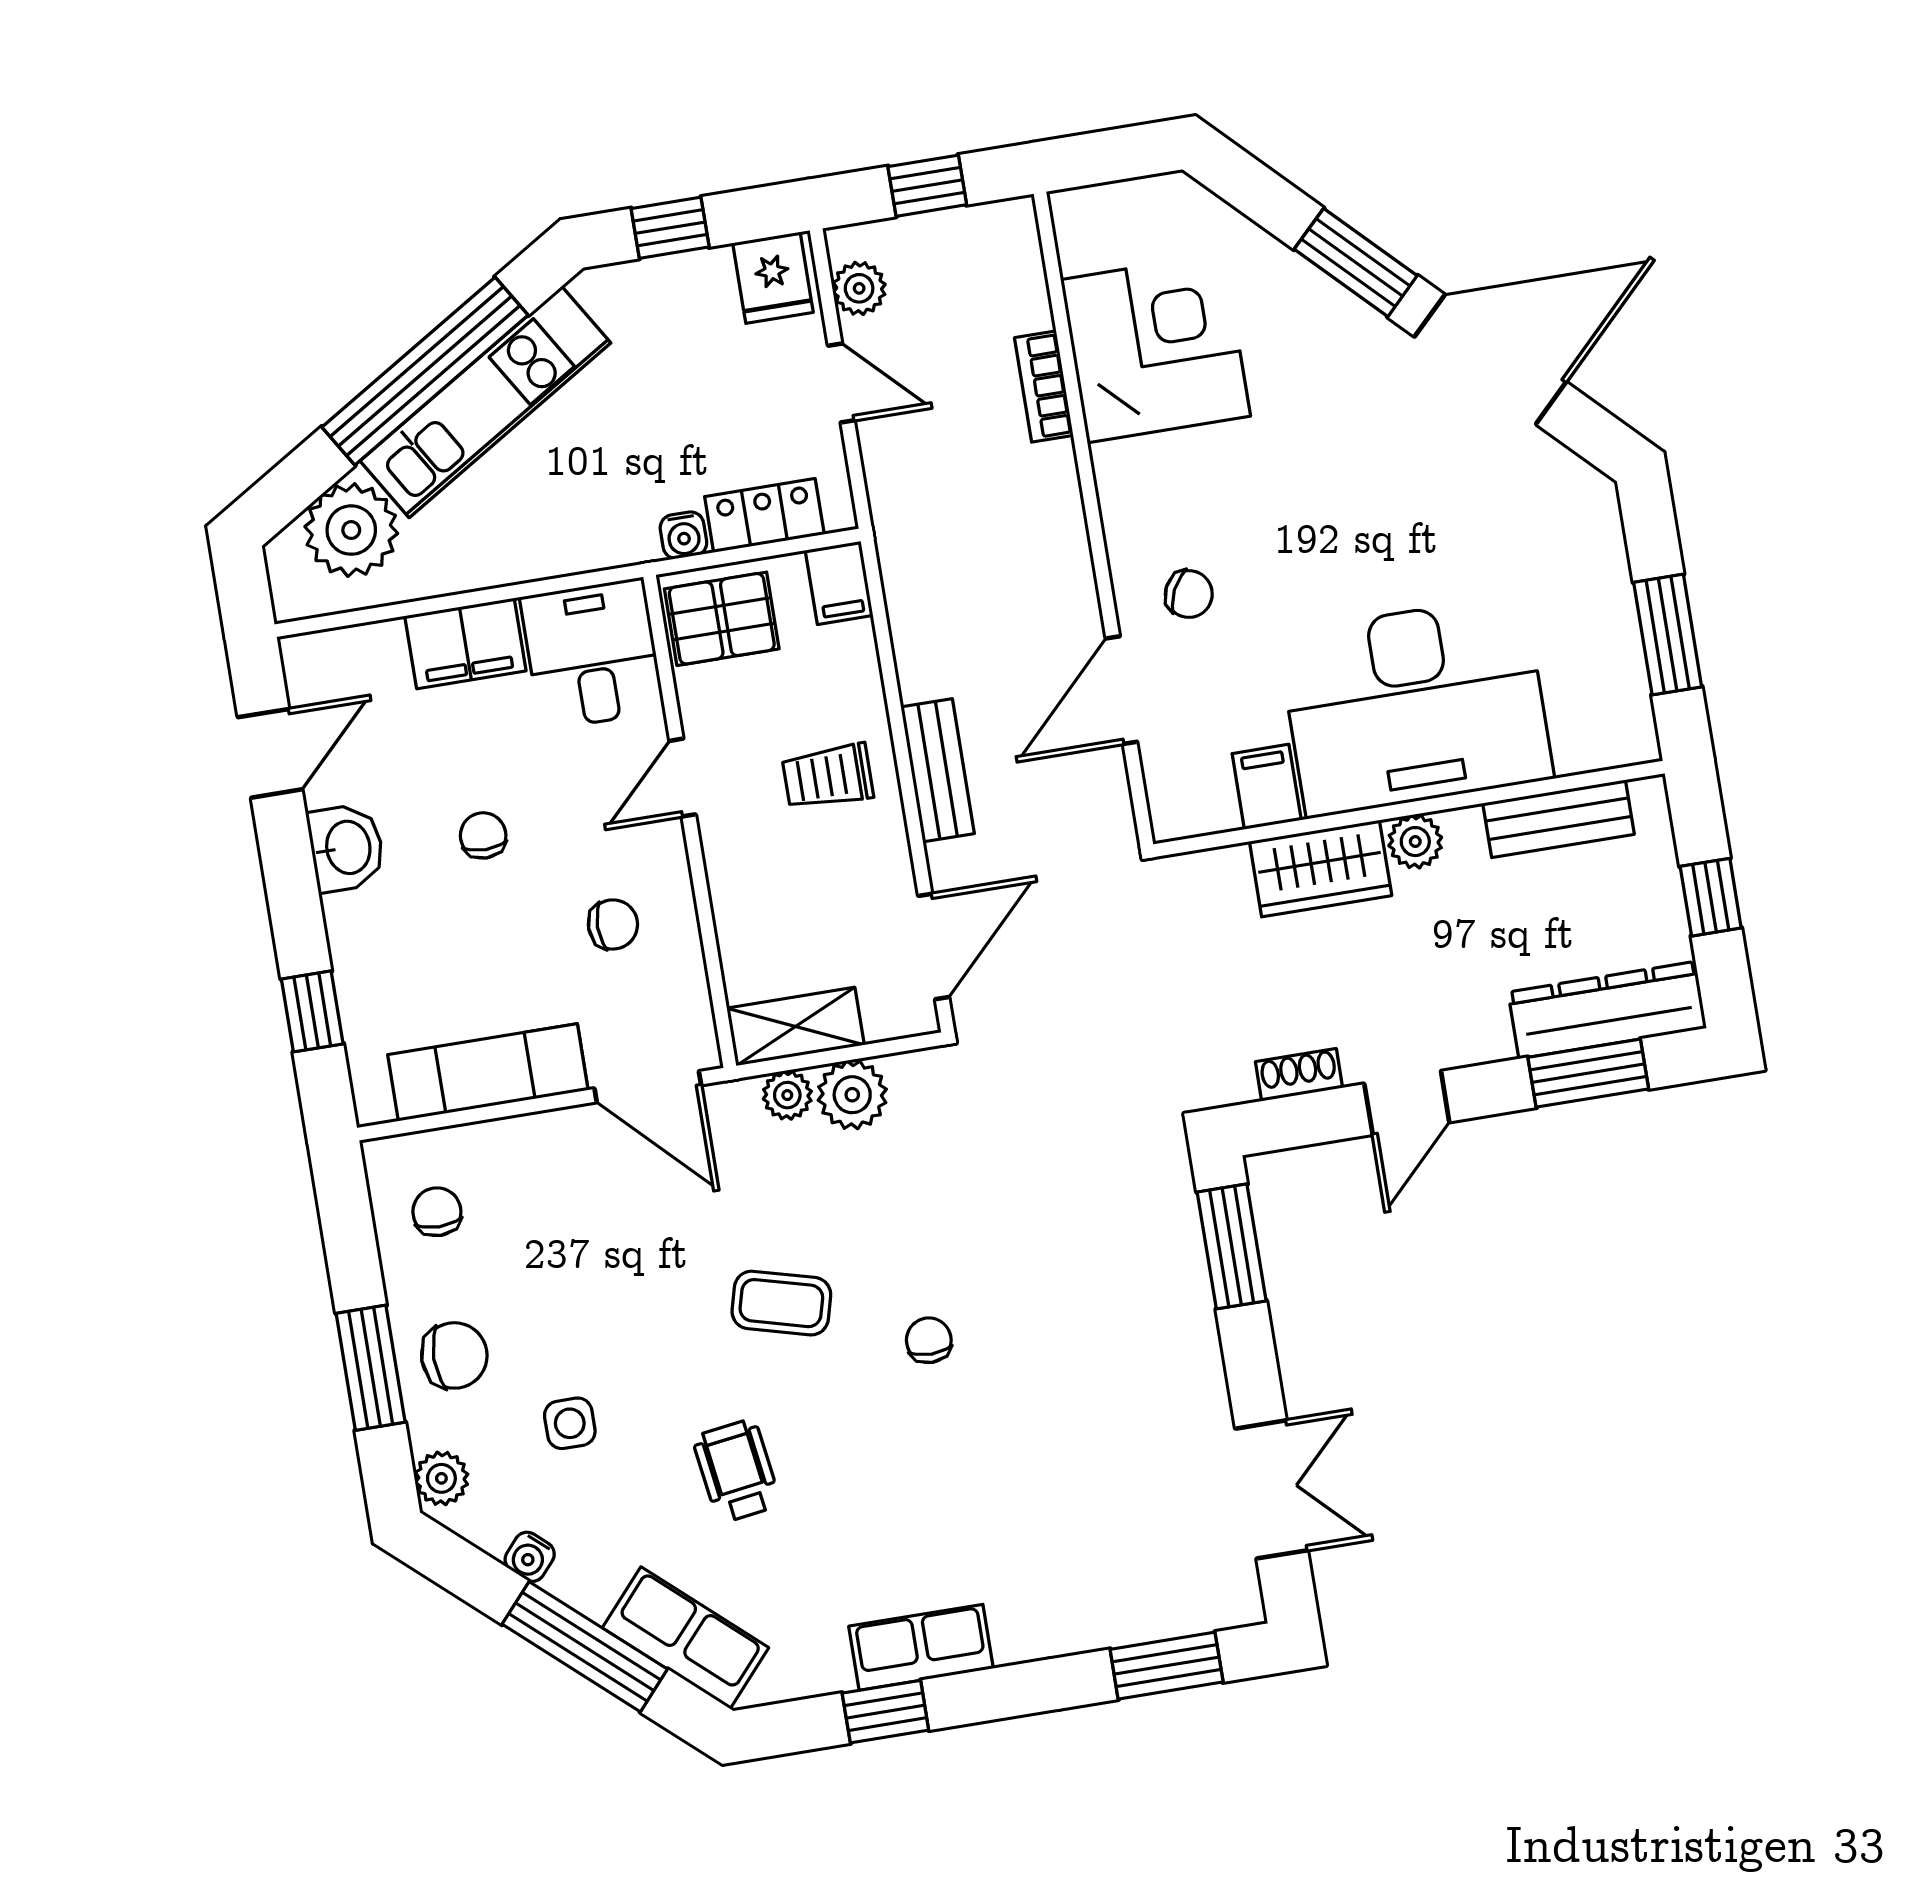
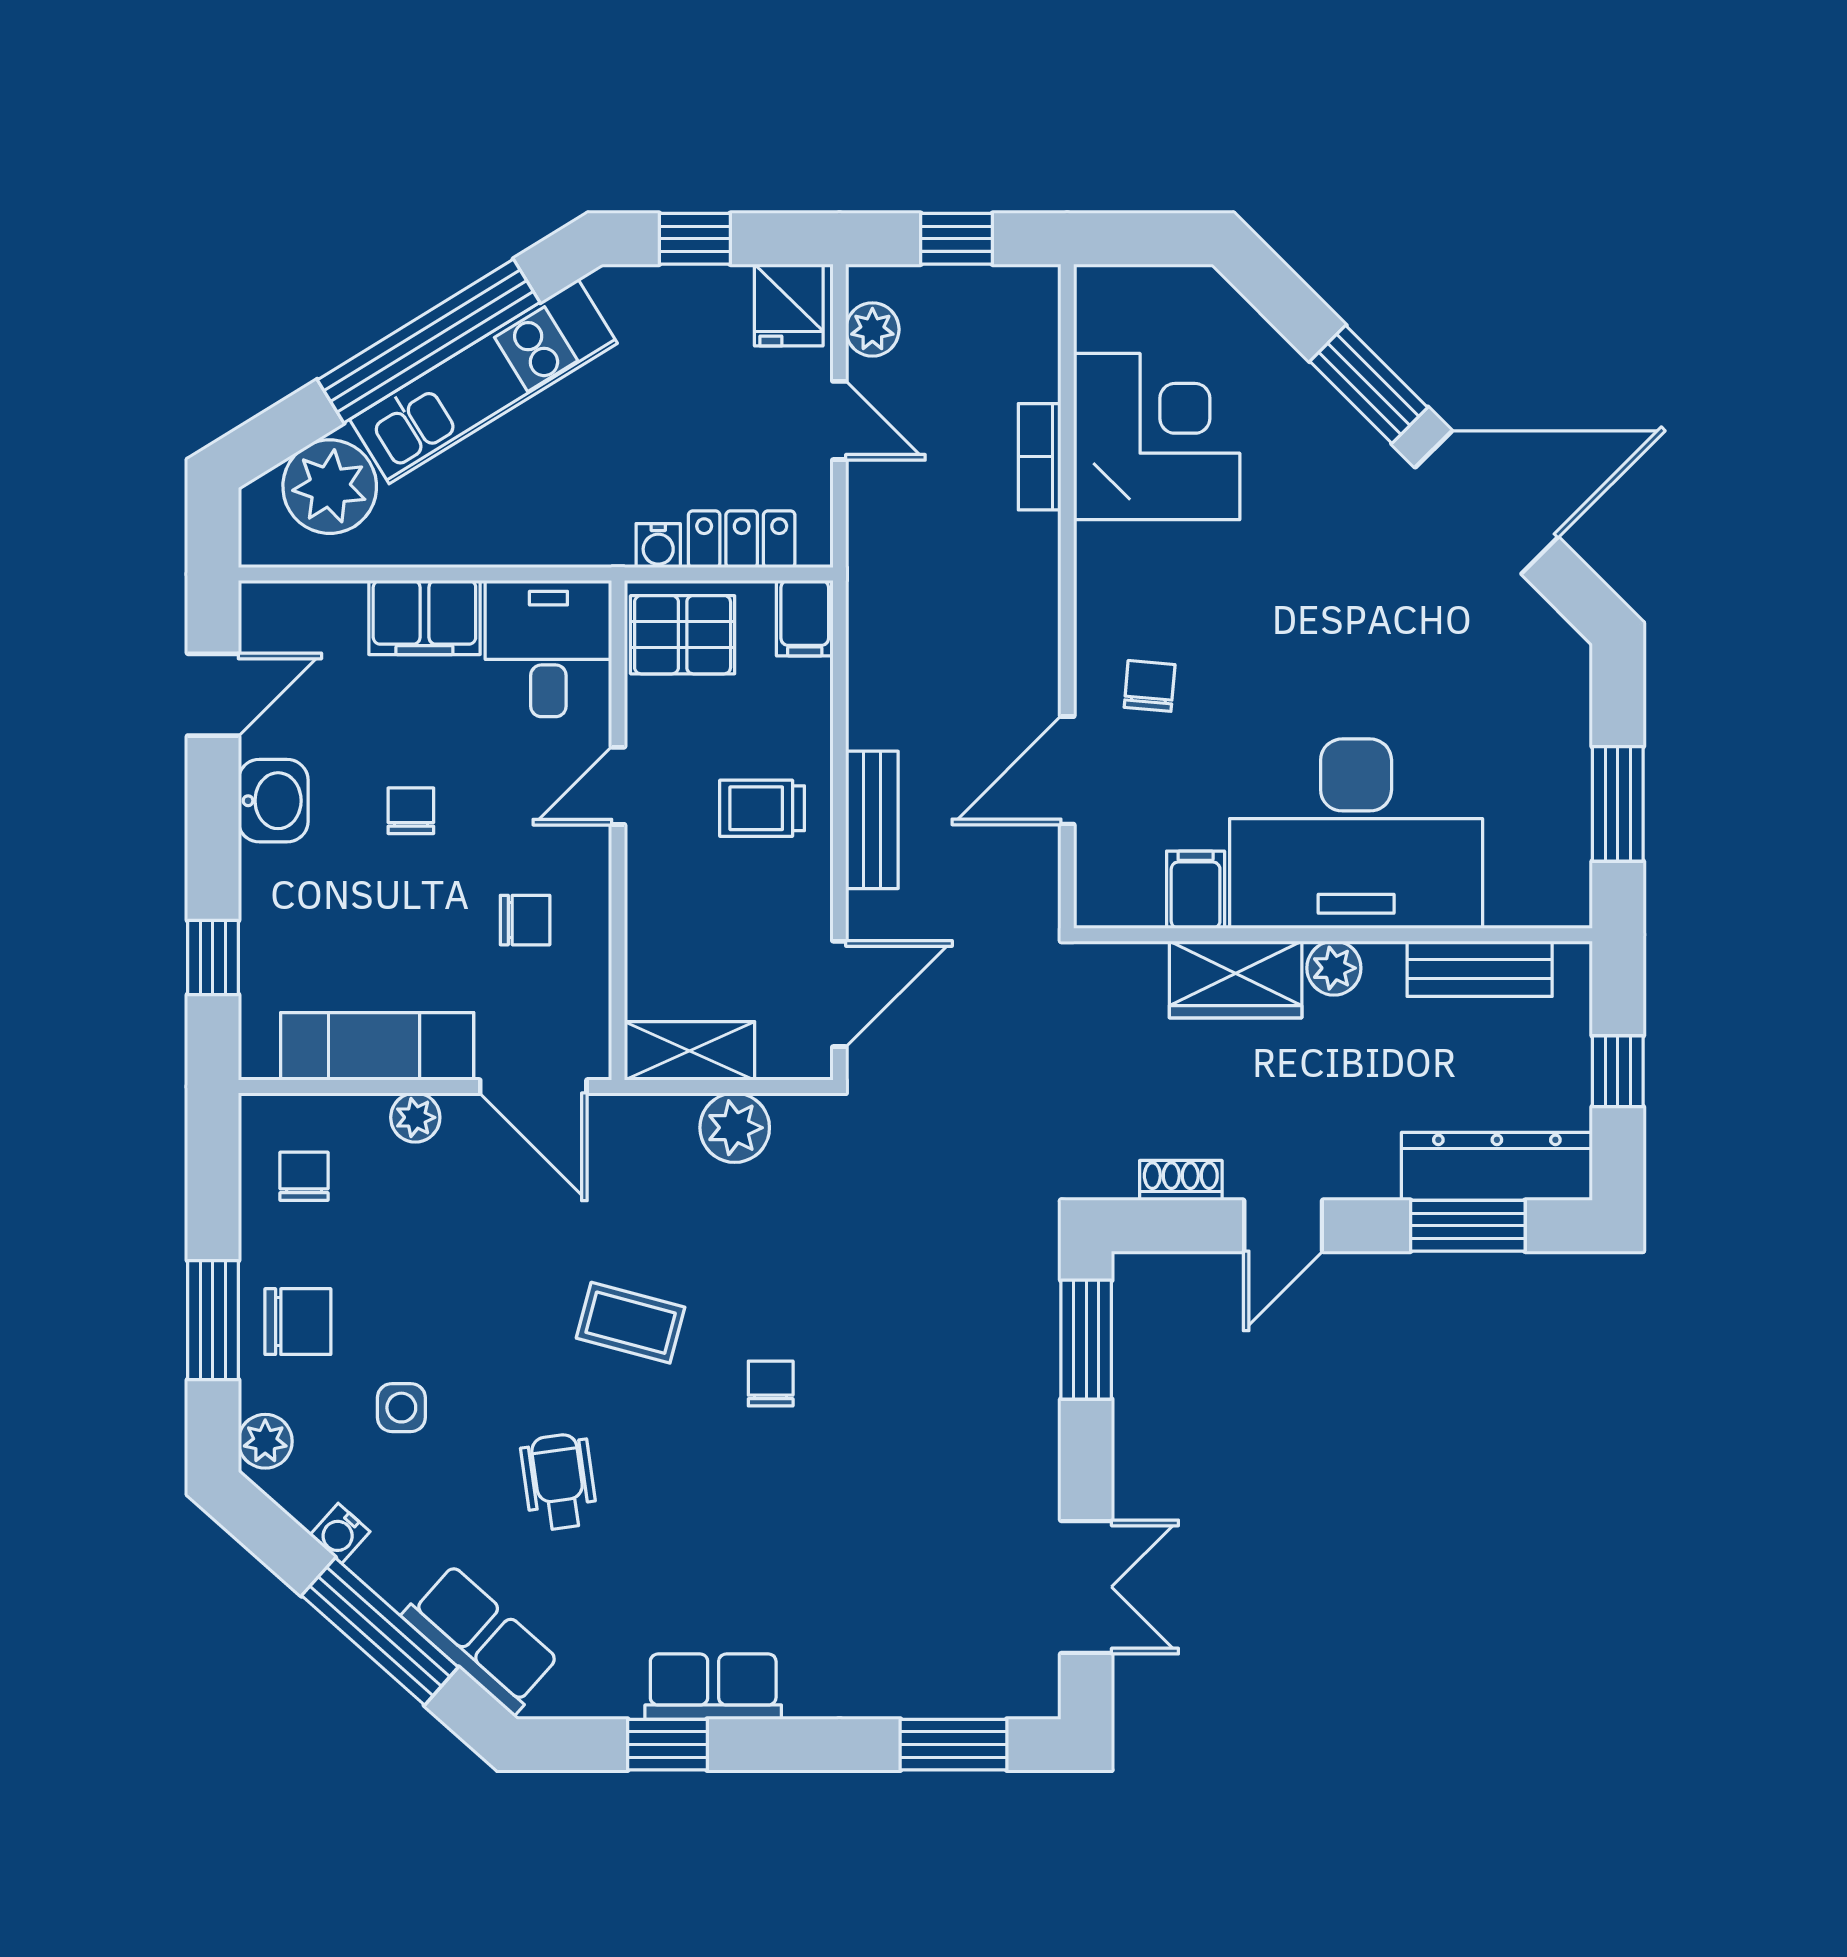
chair: (1189, 594) -> (1150, 686), turned -111
plant: (787, 1095) -> (415, 1117), moved

